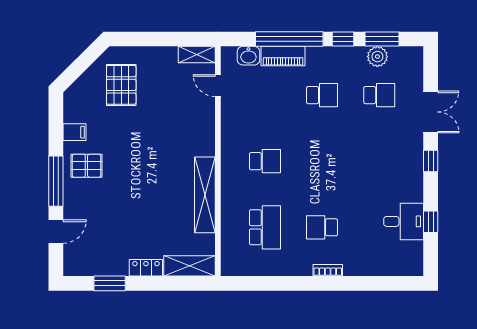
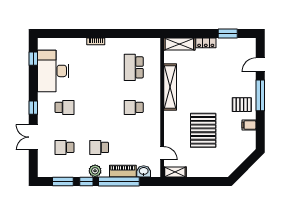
plant: (377, 57) -> (95, 171), moved
pallet: (121, 85) -> (203, 130), moved, width x1.37, depth x1.41
desk: (404, 221) -> (53, 71), width x1.87, depth x1.30
window: (431, 222) -> (33, 59), moved
school desk: (322, 227) -> (64, 107), moved

